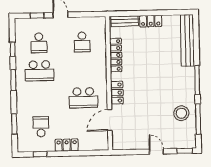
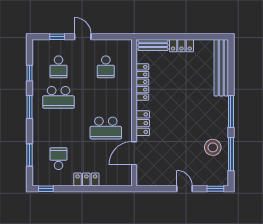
window: (40, 154) -> (46, 189), moved

